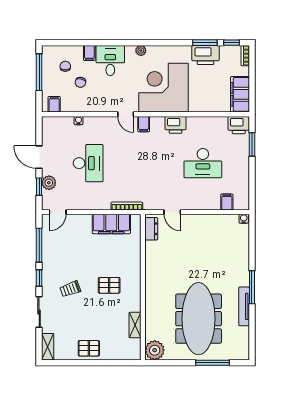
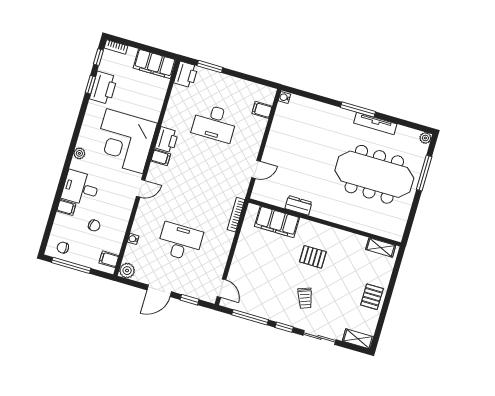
window: (205, 43) -> (90, 85), width x0.67
chair: (65, 66) -> (63, 248), moved
filing cabinet: (144, 124) -> (161, 157), moved
desk: (203, 163) -> (215, 123), turned 90
plant: (49, 183) -> (127, 271), moved
filing cabinet: (111, 224) -> (277, 222), moved, turned 90
dresser: (151, 229) -> (298, 205), moved
pallet: (109, 285) -> (313, 257), turned 90
shelving: (135, 325) -> (381, 247), moved
plant: (155, 350) -> (425, 138), moved, width x0.53, depth x0.53

